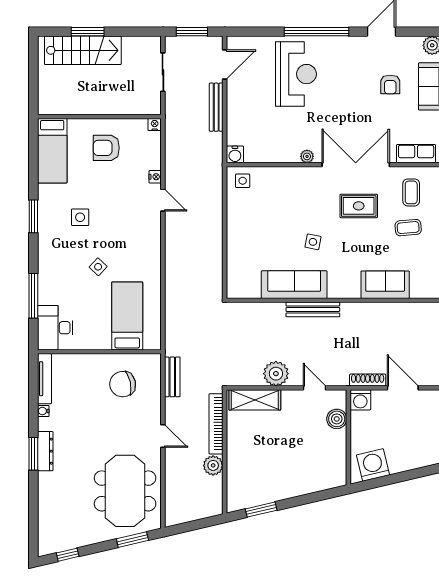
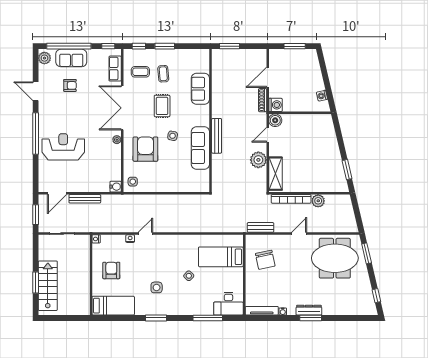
door: (225, 65) -> (57, 193), swing flipped
armchair: (106, 148) -> (111, 270), turned 180
armchair: (292, 200) -> (145, 149), added
rug: (359, 206) -> (162, 106), moved
boiler: (337, 419) -> (275, 120), moved
washing machine: (373, 465) -> (322, 96), width x0.53, depth x0.53

